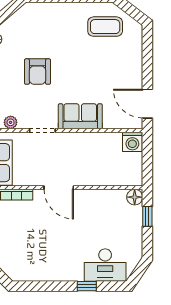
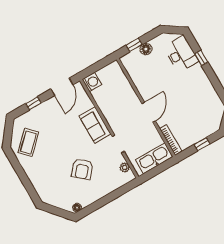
coffee table: (105, 27) -> (28, 142), turned 46
window: (147, 59) -> (33, 103), added
armchair: (37, 72) -> (82, 169), turned 130
floor lamp: (135, 197) -> (146, 49), moved

